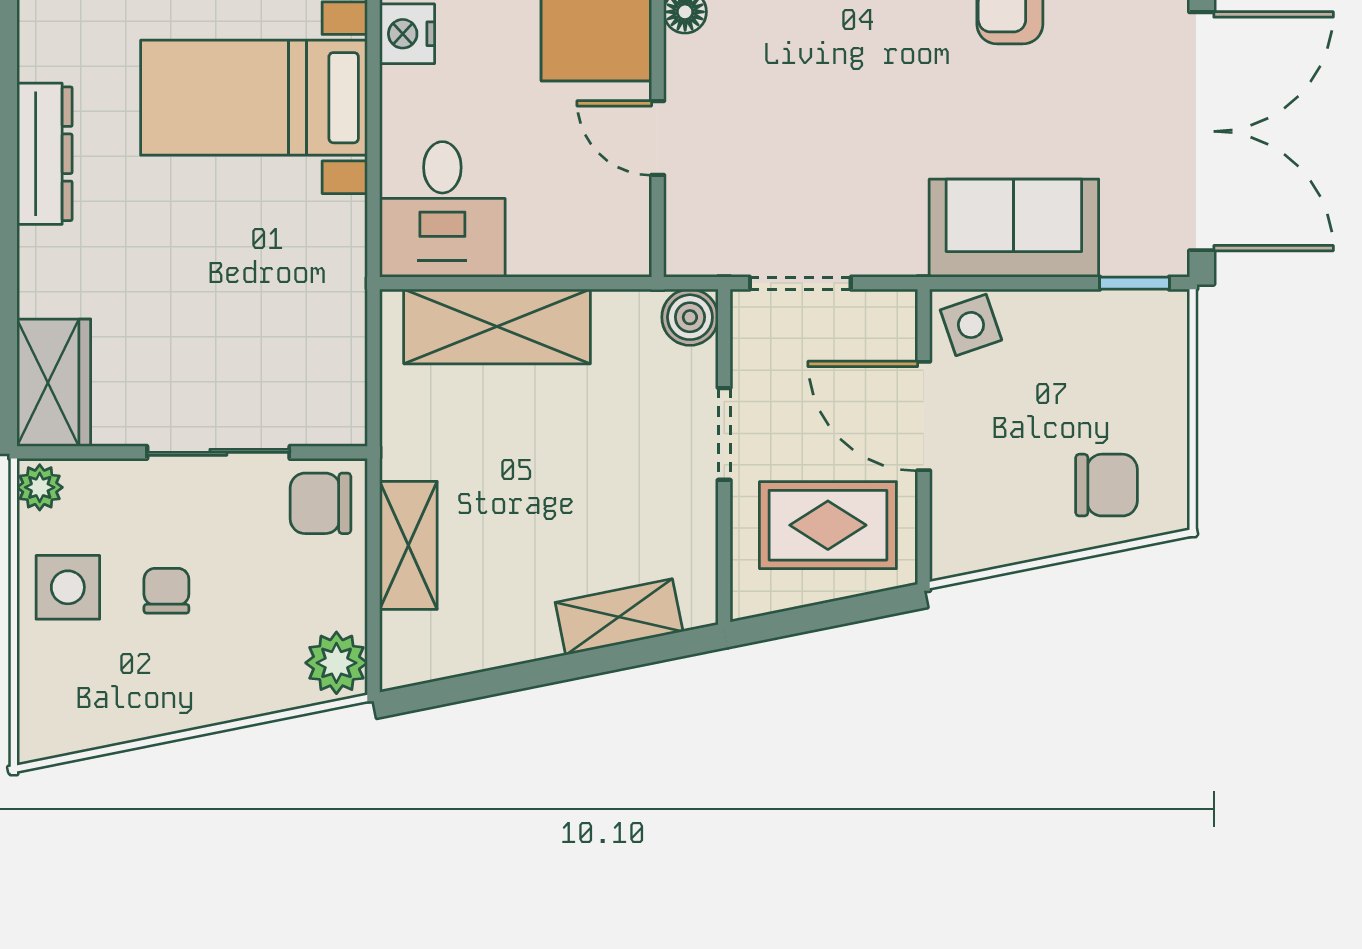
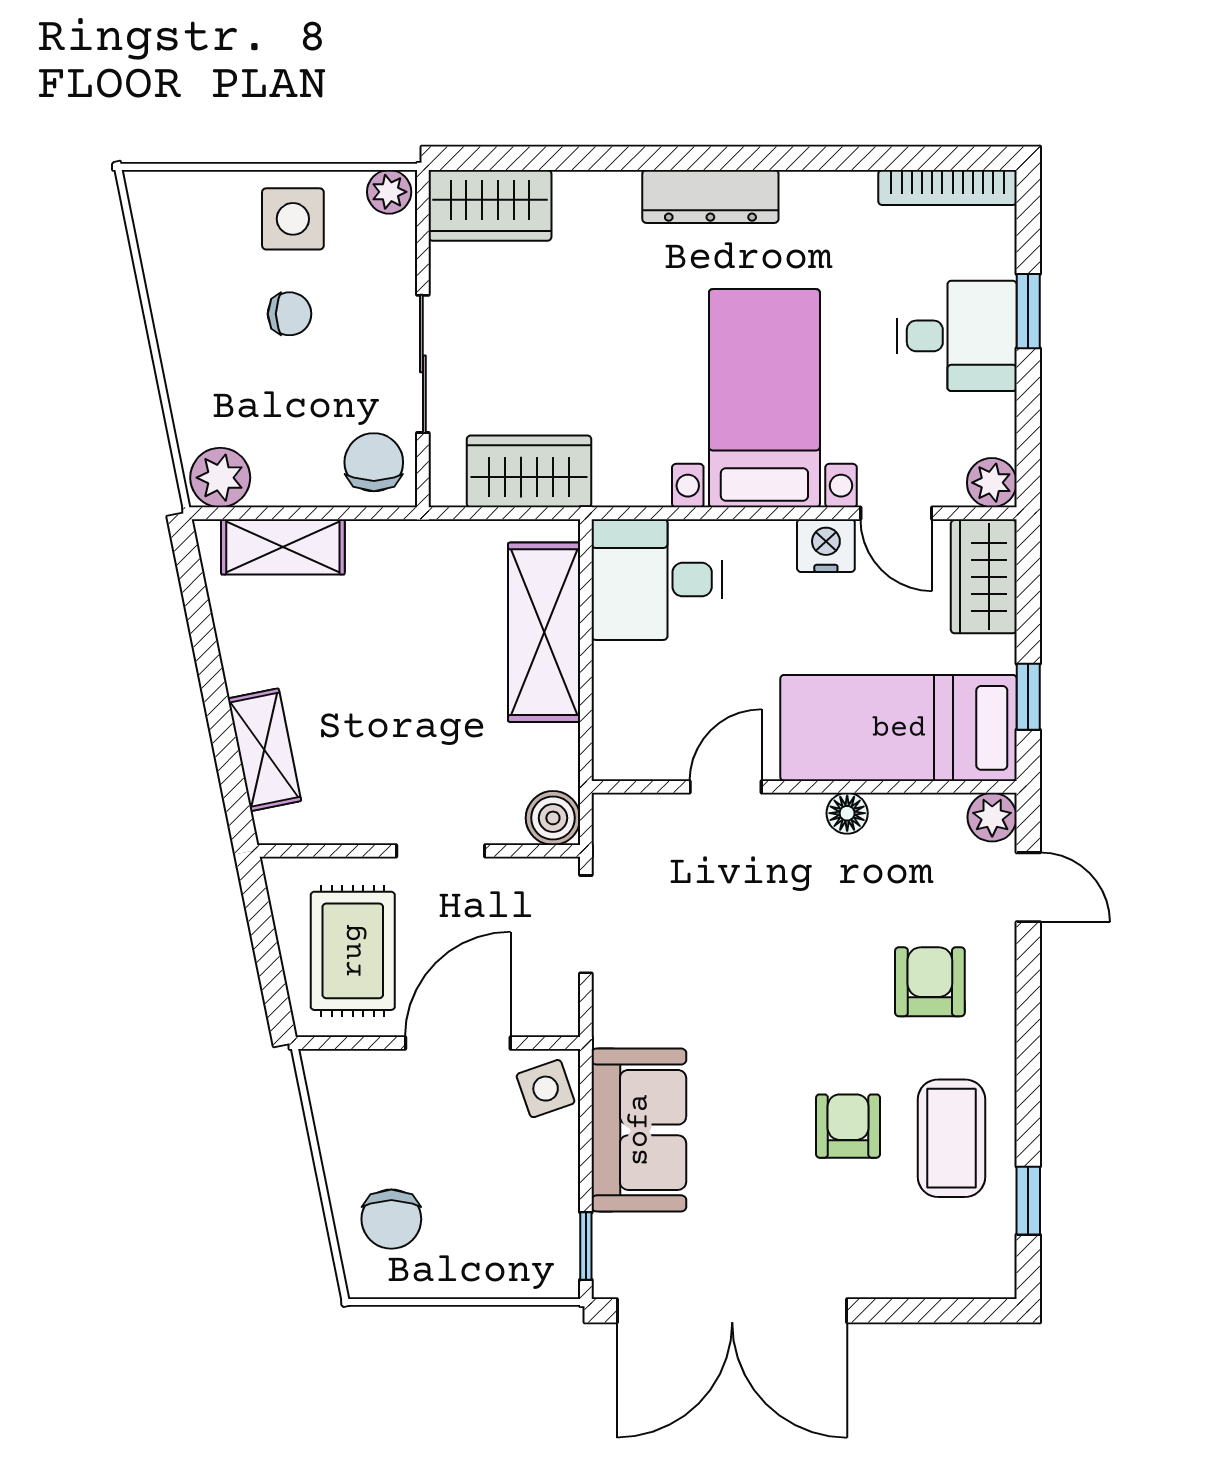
wardrobe: (330, 342) -> (529, 471), added
shelving: (408, 545) -> (283, 547), moved

